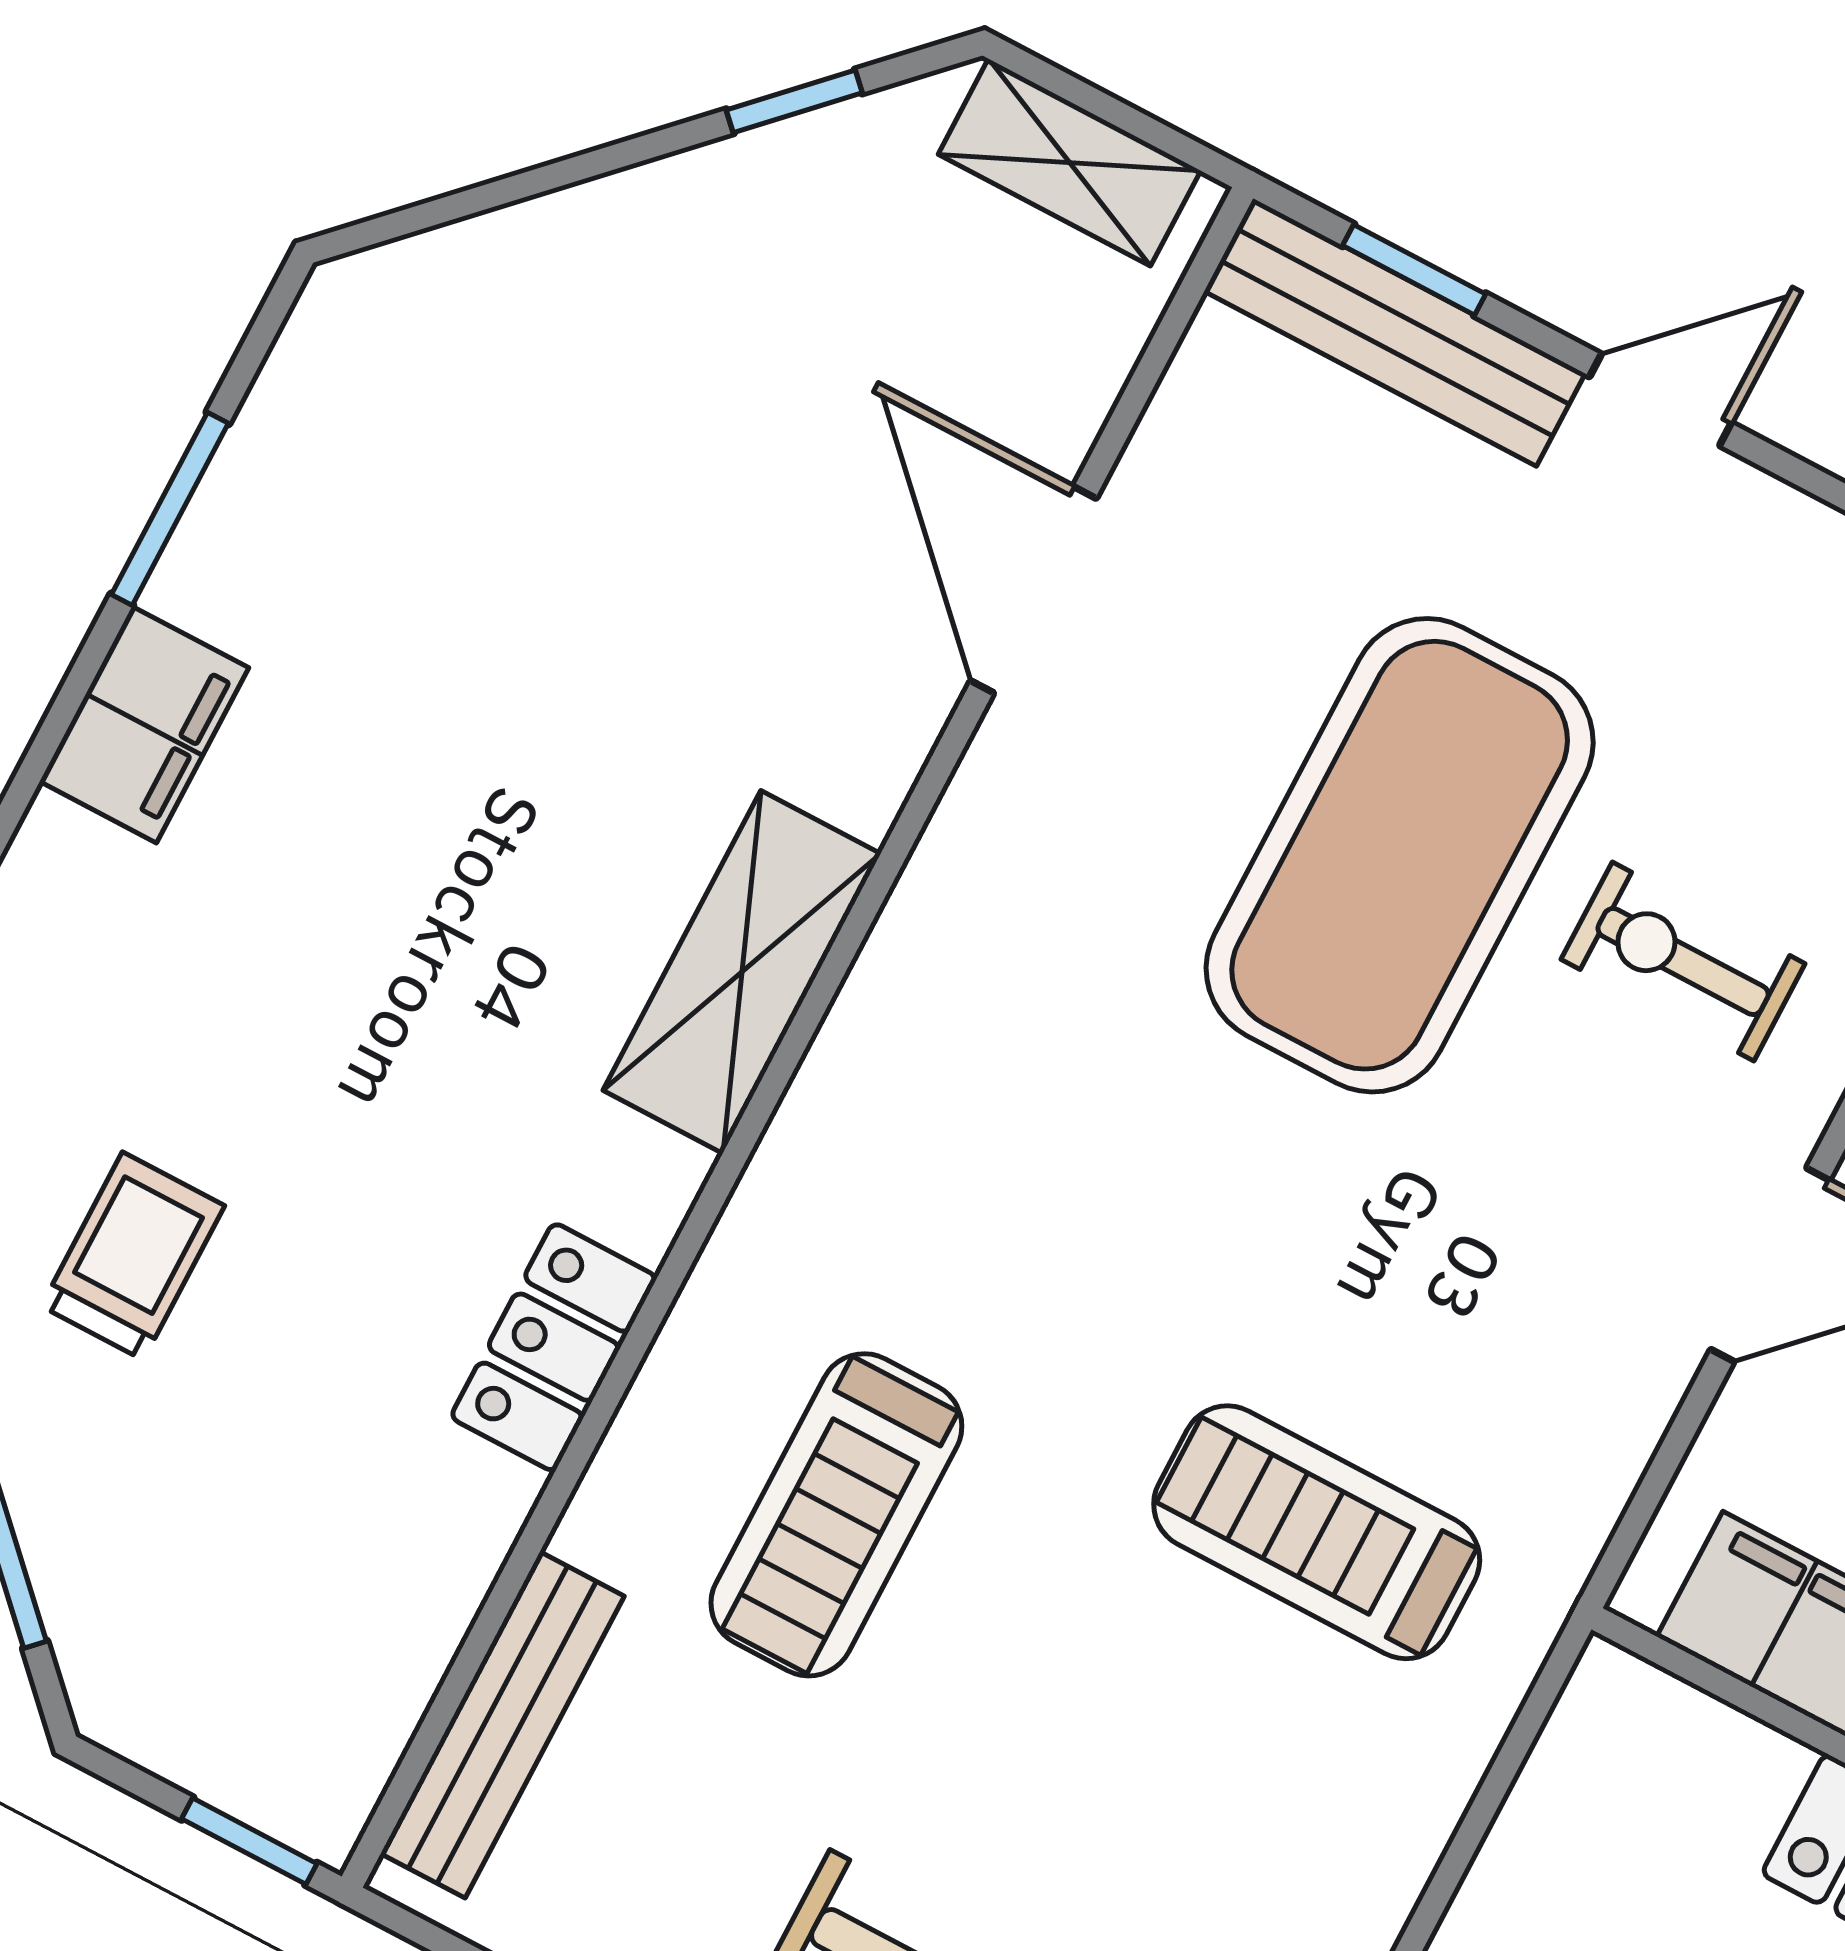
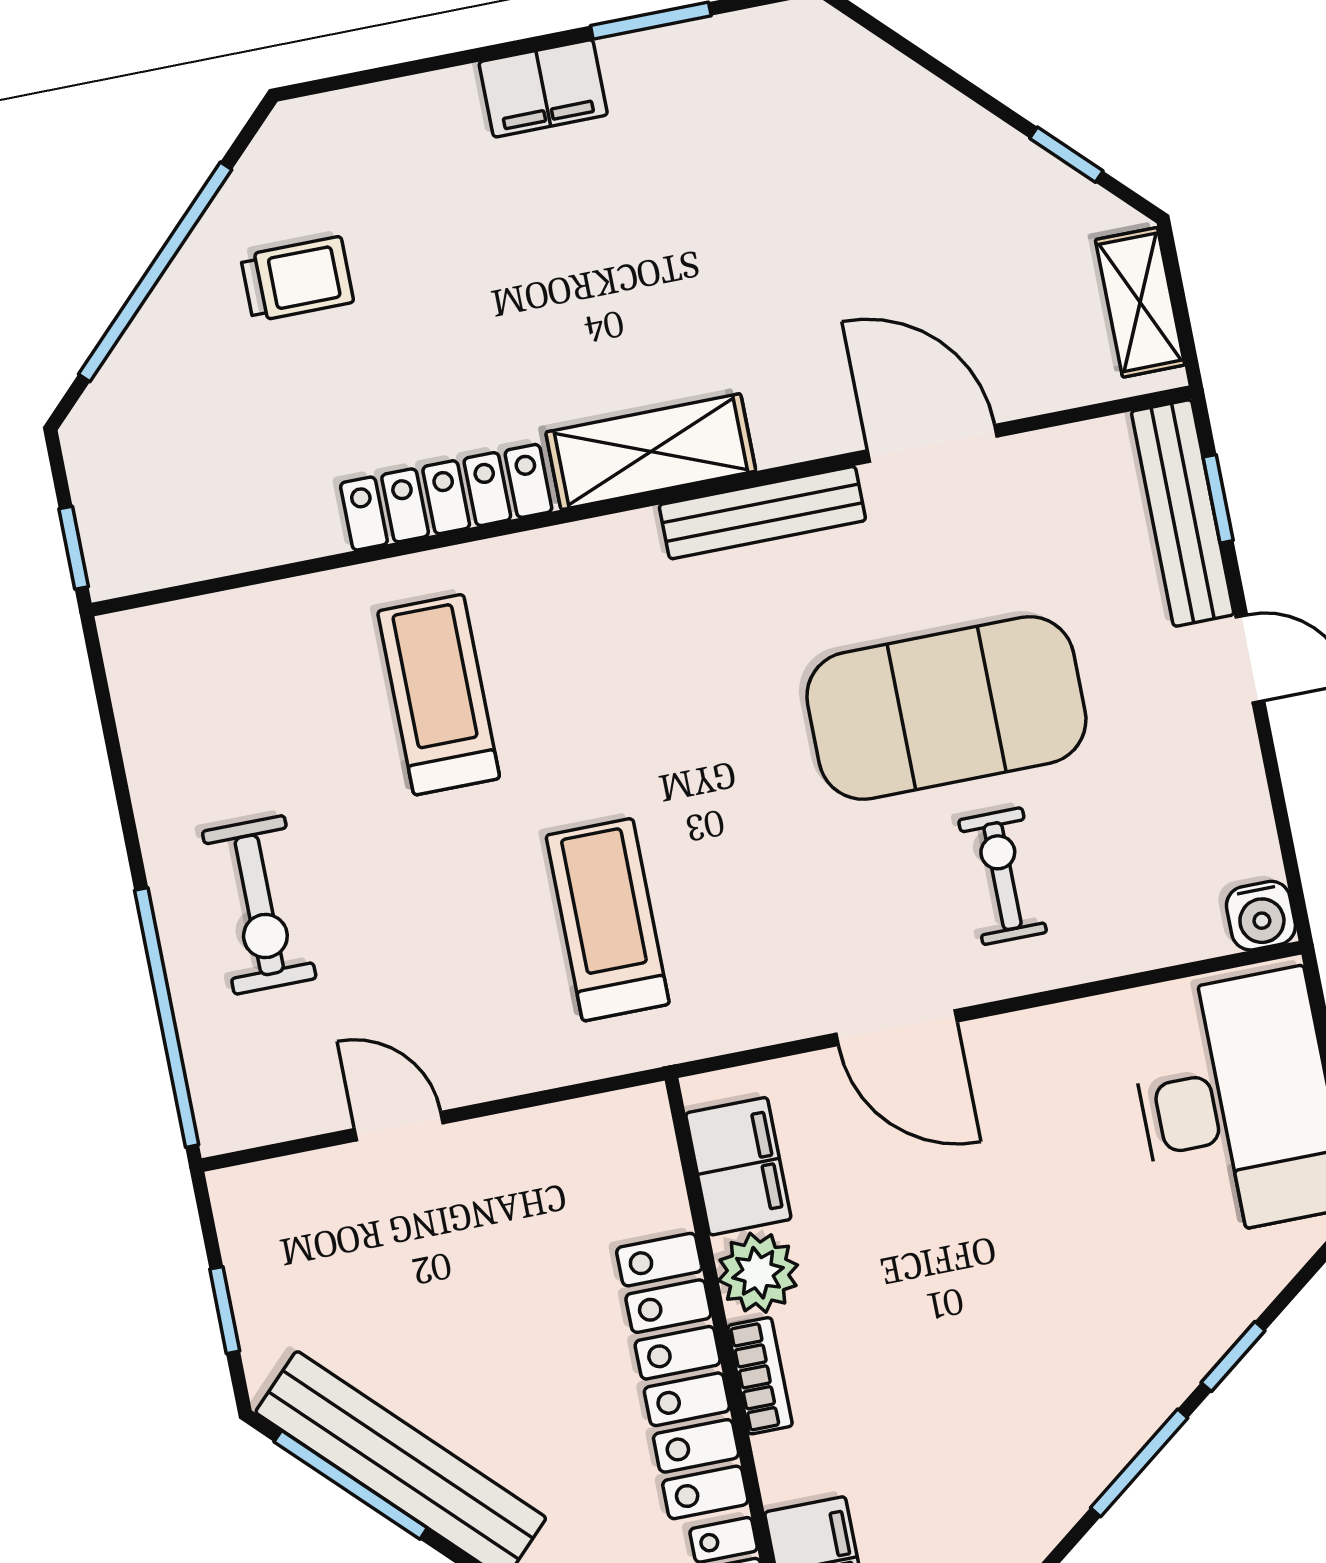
door: (1033, 590) -> (932, 443), hinge flipped
locker: (554, 1347) -> (446, 497), width x1.53
treadmill: (836, 1515) -> (439, 695), turned 90
bench: (502, 1725) -> (762, 513), moved

